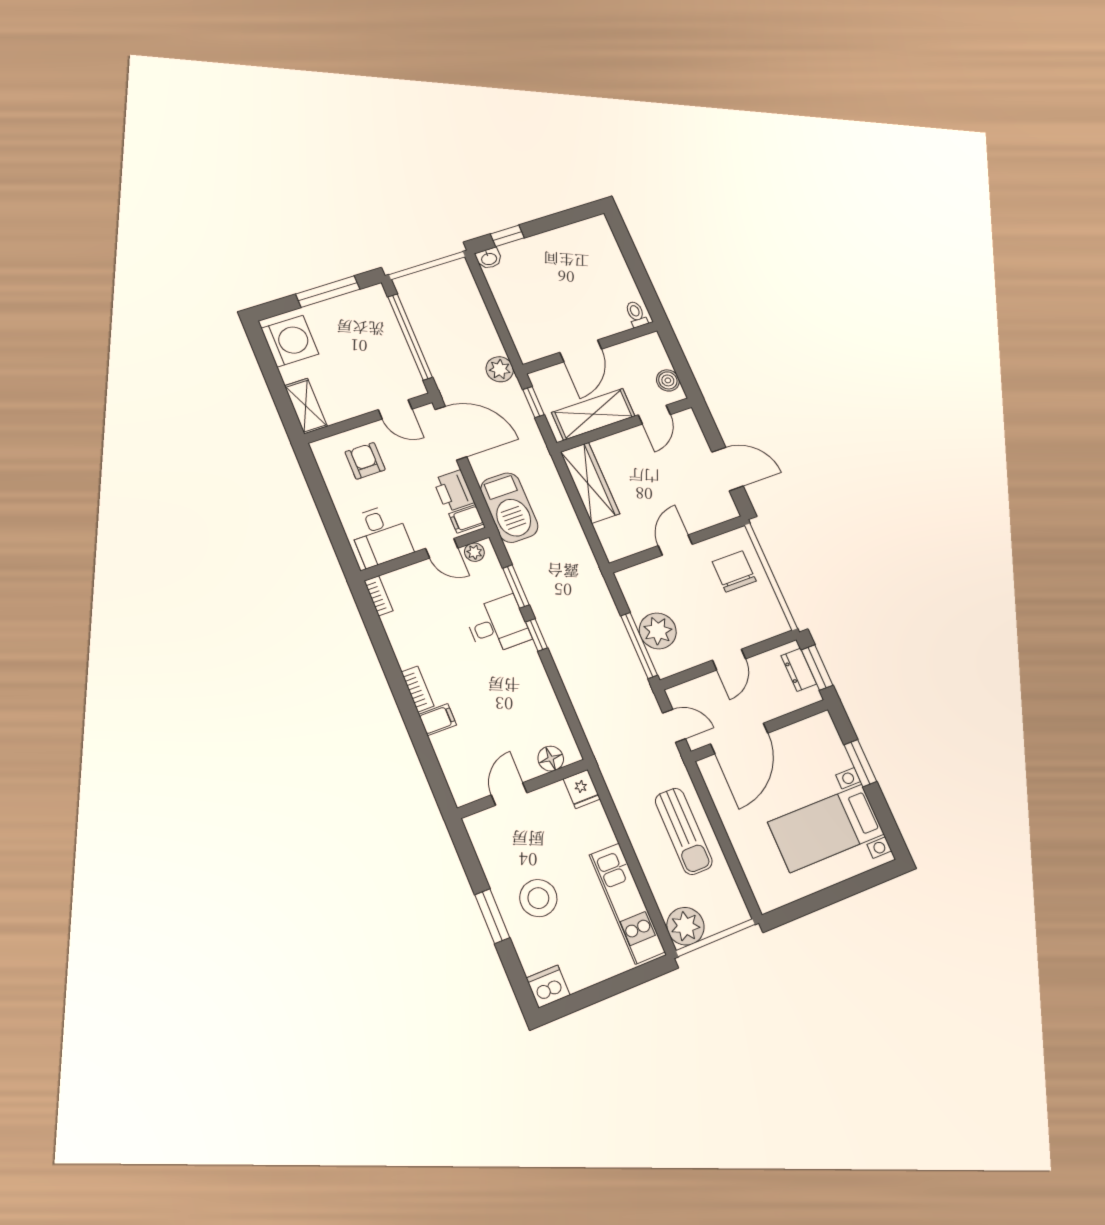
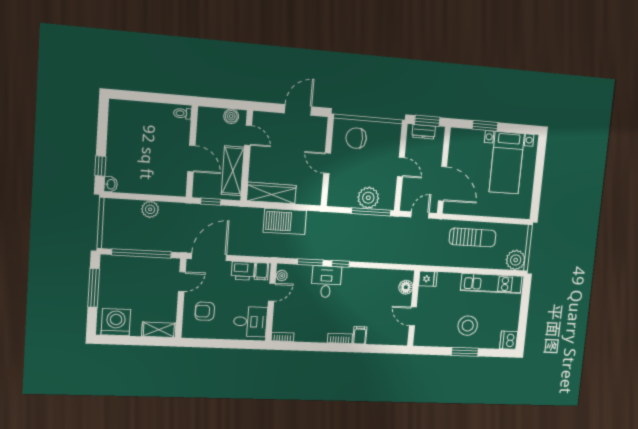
plant: (500, 369) -> (150, 209), moved
barbecue: (509, 508) -> (285, 221), moved, turned 180

